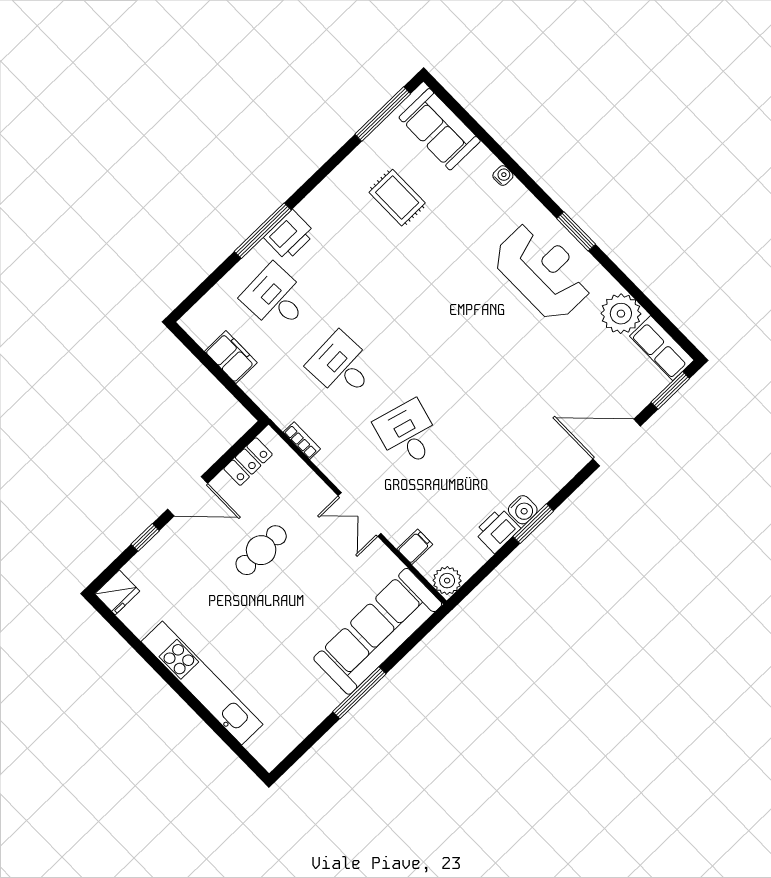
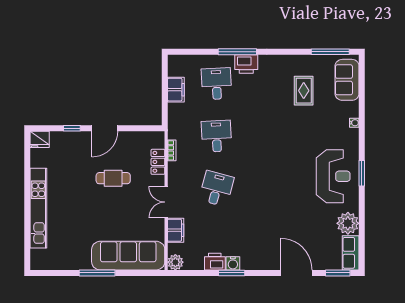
locker: (248, 462) -> (158, 162), moved, turned 90
door: (188, 496) -> (105, 128), hinge flipped
filing cabinet: (415, 547) -> (176, 230), width x2.00

